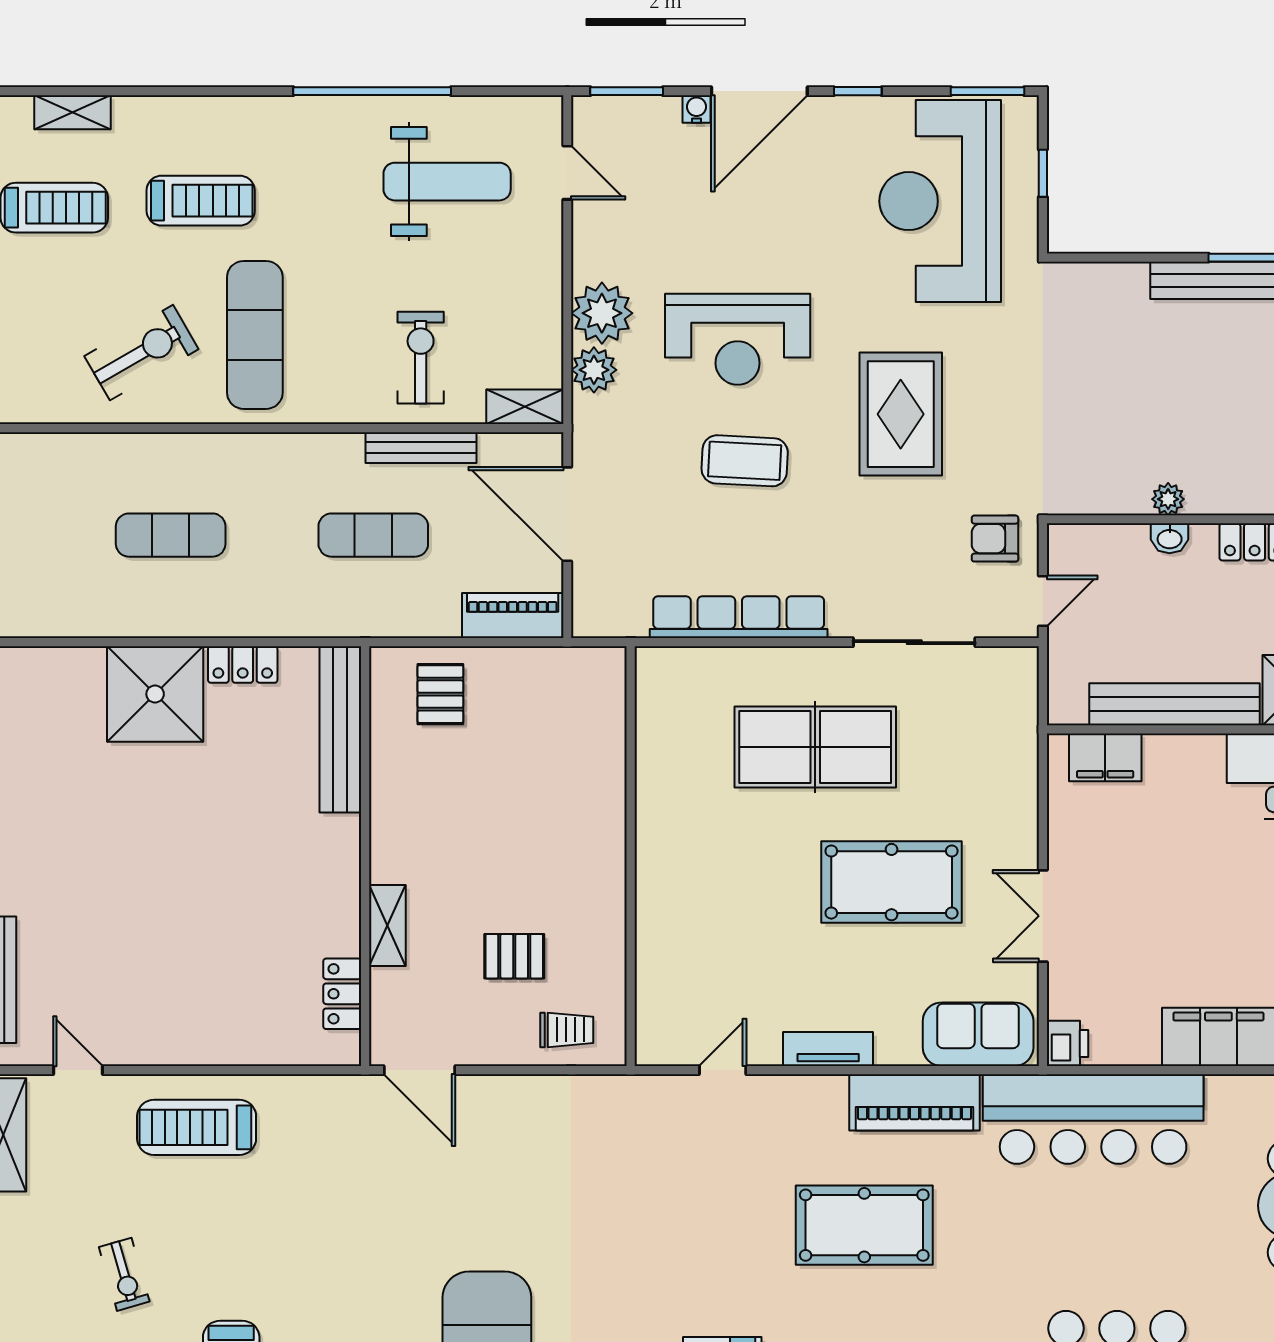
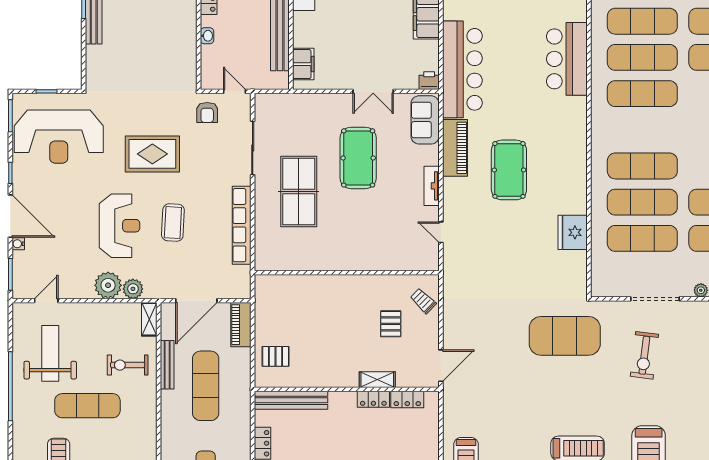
exercise mat: (255, 335) -> (87, 406), moved
plant: (1168, 499) -> (190, 36), removed
exercise mat: (373, 535) -> (206, 386), width x1.36, depth x1.45
locker: (343, 917) -> (373, 399), added
trolley: (567, 1030) -> (423, 301), turned -46

